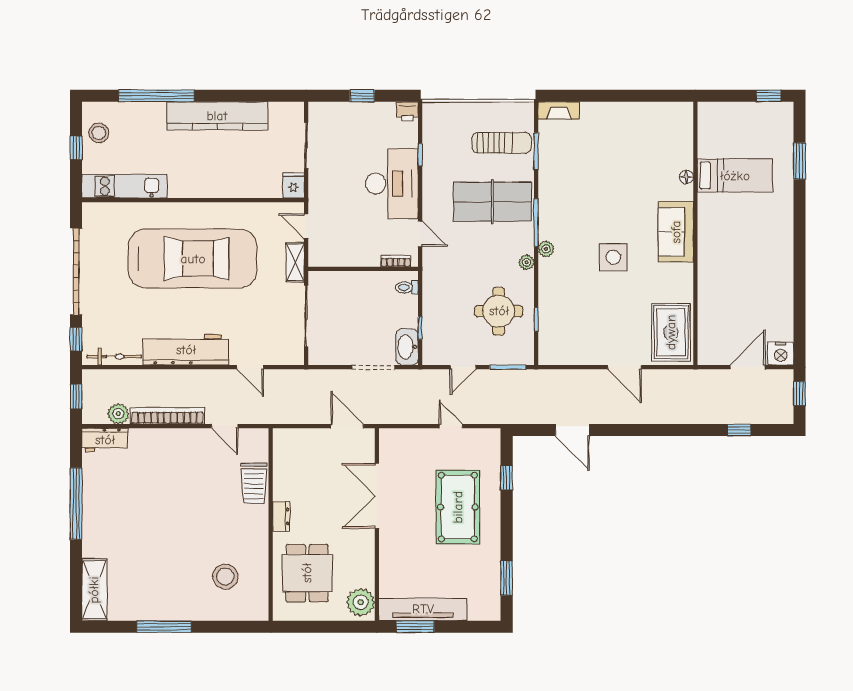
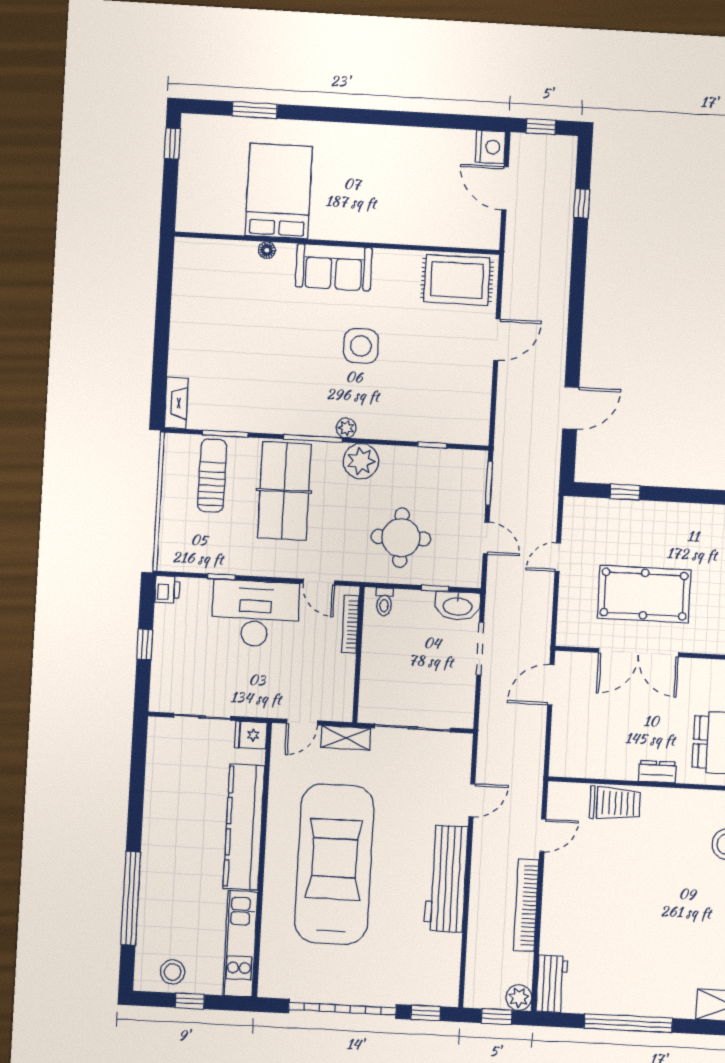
kitchen counter: (217, 116) -> (244, 827), moved, turned 180
bed: (735, 176) -> (279, 191), width x1.50
door: (420, 234) -> (319, 582), swing flipped
bookcase: (396, 261) -> (350, 624), width x1.56
plant: (527, 262) -> (361, 461), width x1.88, depth x1.88
round table: (499, 311) -> (401, 538), moved
bicycle: (114, 357) -> (450, 967), removed
plant: (118, 414) -> (519, 998), moved
pool table: (458, 507) -> (644, 594), moved

